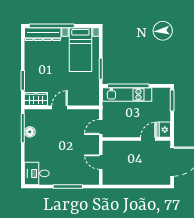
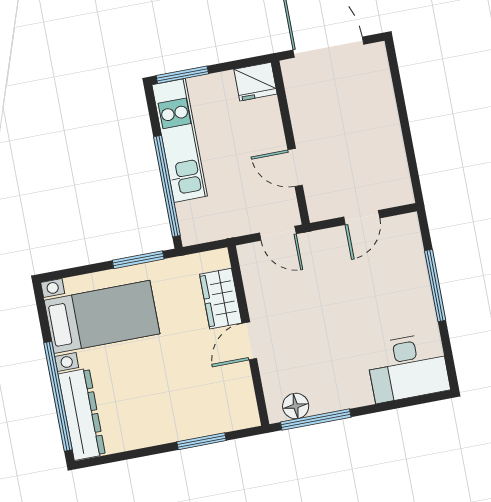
kitchen unit: (127, 94) -> (180, 140), moved
wardrobe: (36, 99) -> (221, 299), moved
door: (60, 107) -> (249, 341), hinge flipped
floor lamp: (30, 132) -> (296, 406), moved
door: (148, 139) -> (295, 168), moved
desk: (37, 173) -> (408, 368), width x1.37

